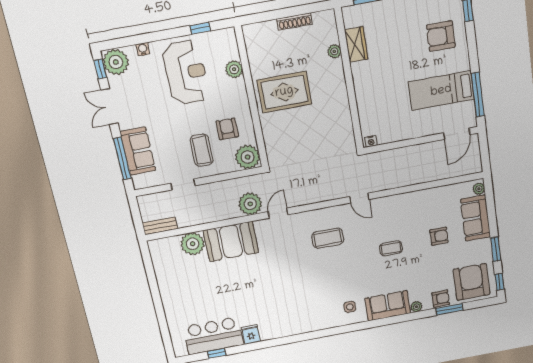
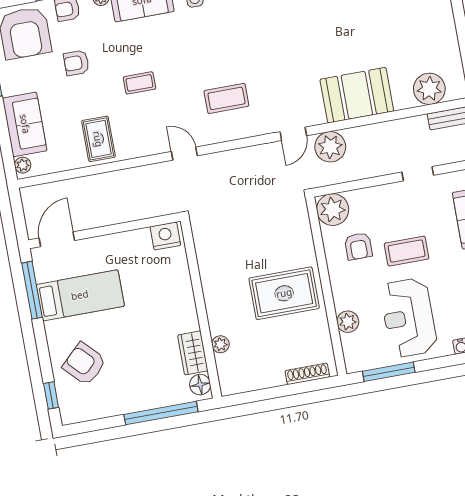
floor lamp: (351, 19) -> (200, 385), added
shoe rack: (295, 22) -> (307, 374), moved
window: (200, 28) -> (389, 372), width x2.17
armchair: (441, 36) -> (84, 364), turned -134
nightstand: (371, 141) -> (165, 236), width x1.89, depth x1.79
coffee table: (202, 150) -> (407, 251), moved, turned 90
rug: (422, 208) -> (98, 139), added
armchair: (439, 236) -> (76, 63), moved
plant: (193, 244) -> (429, 89), moved

